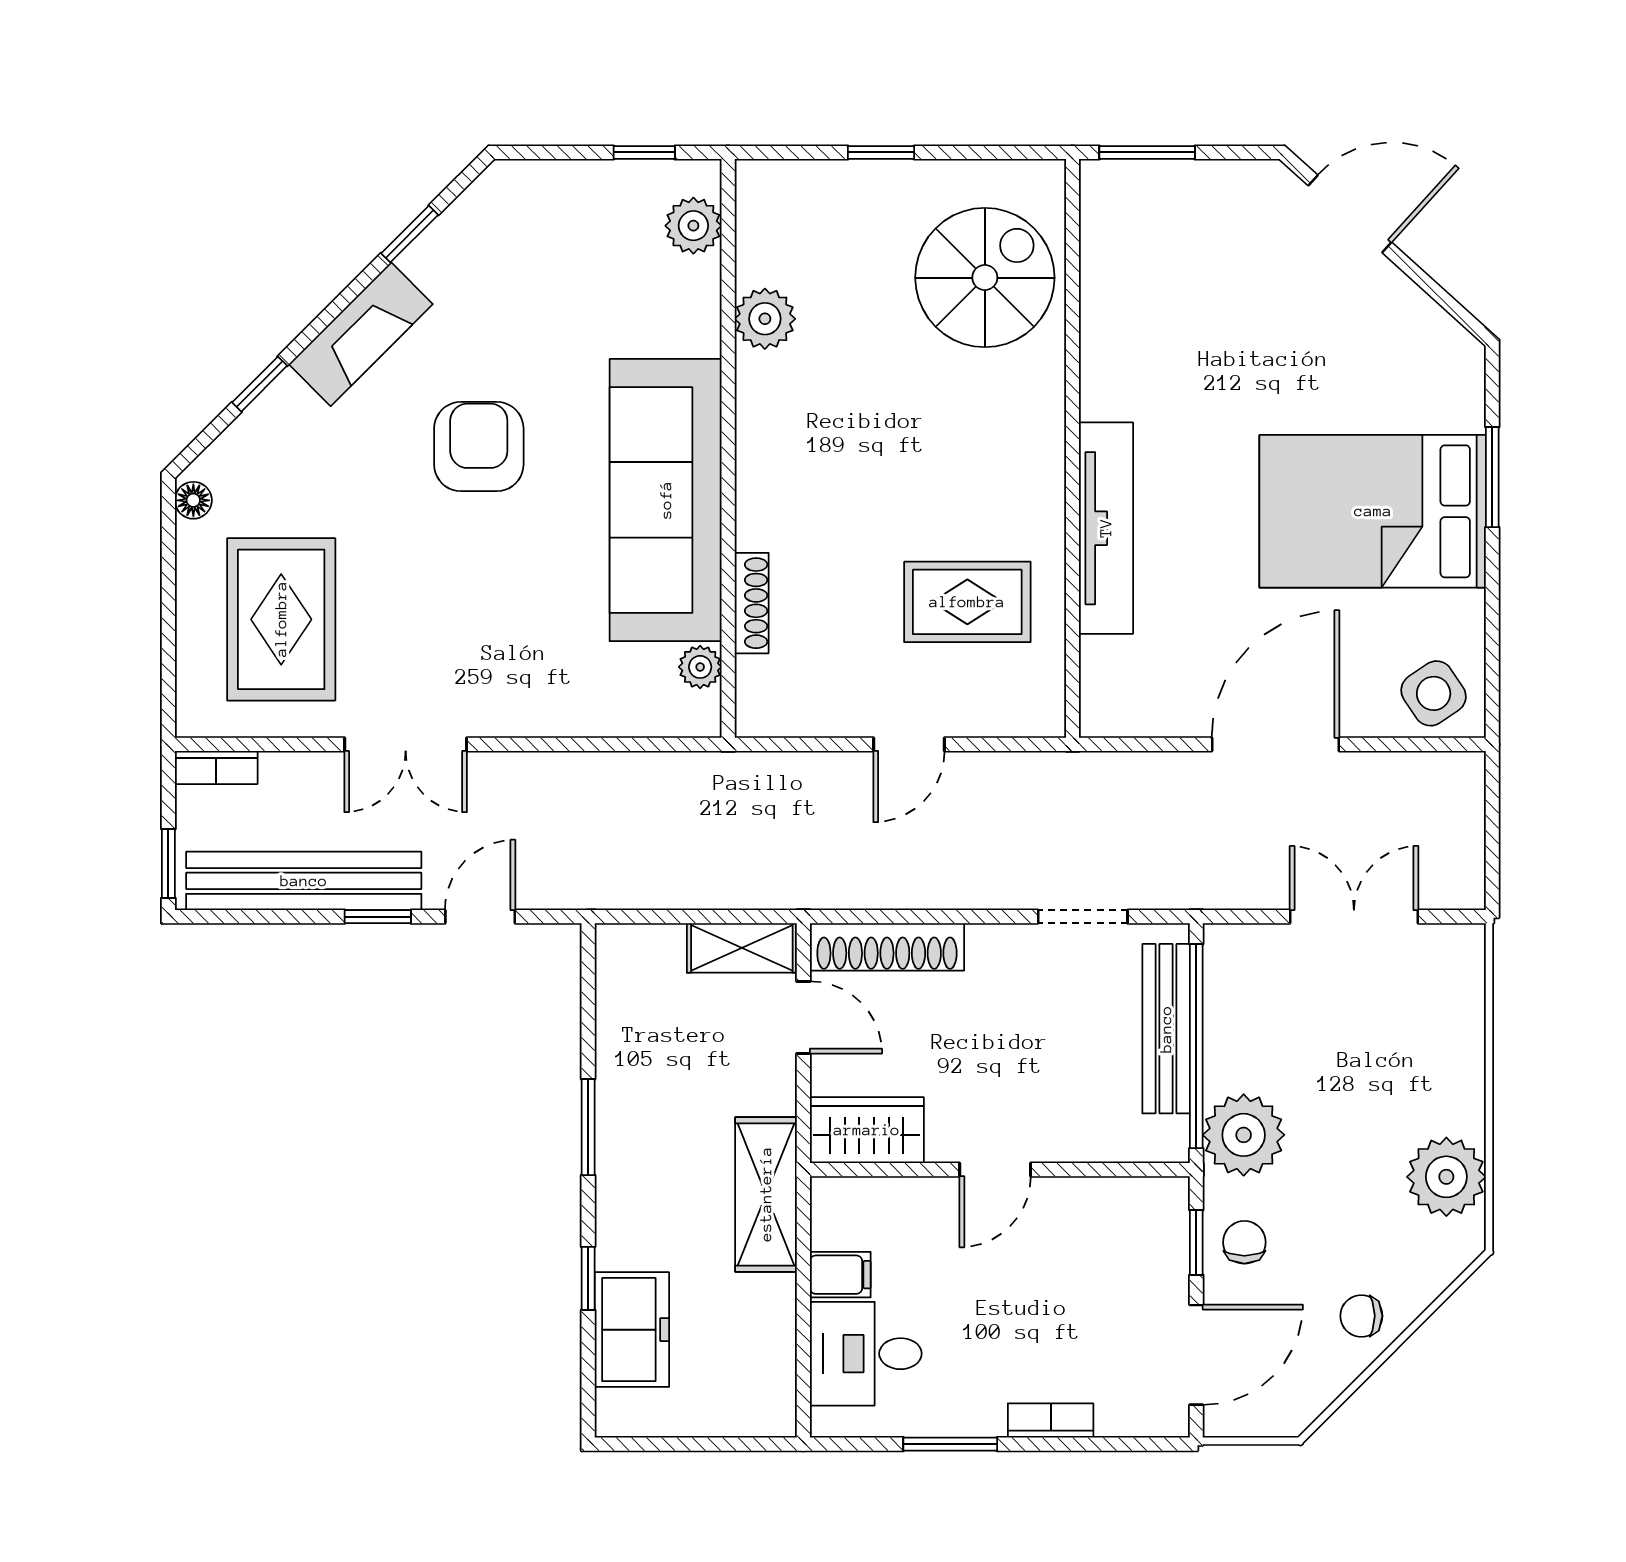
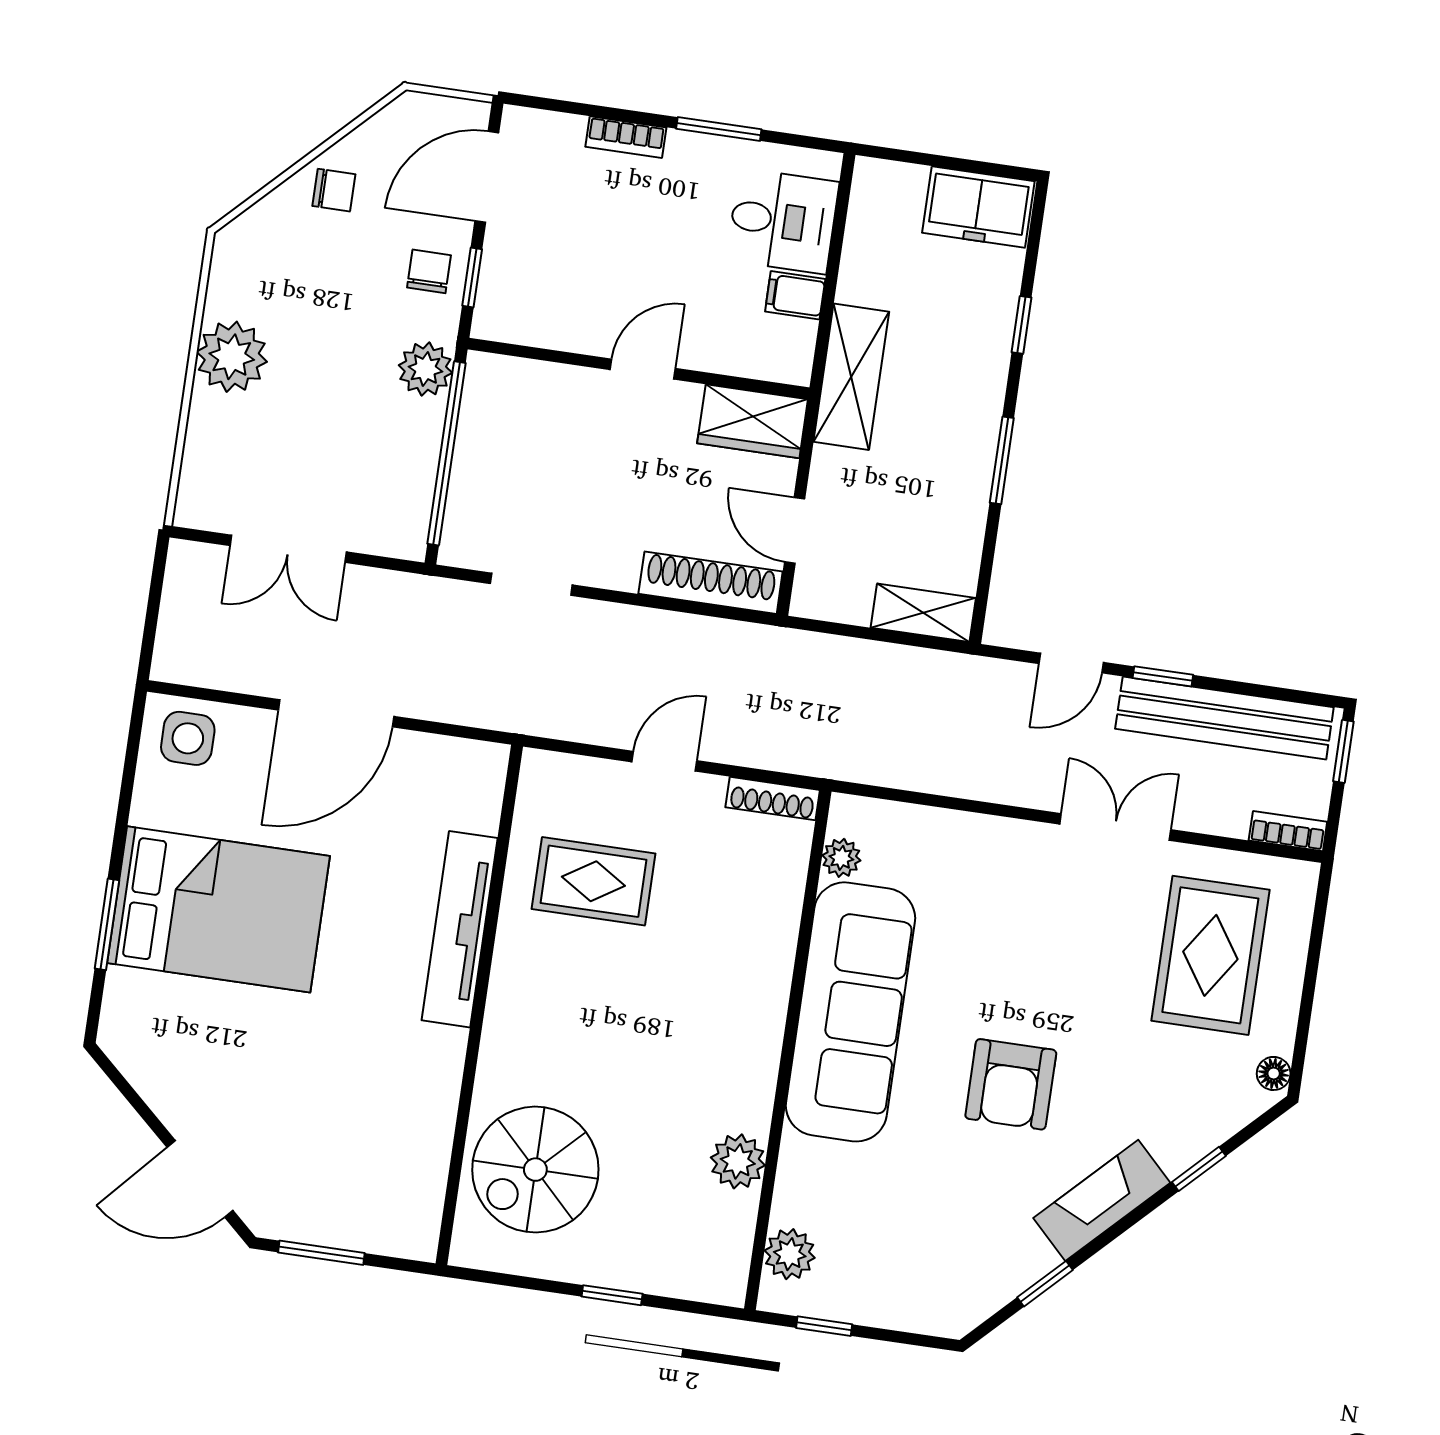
window: (1147, 152) -> (321, 1253), moved
shoe rack: (752, 603) -> (773, 799), moved, turned -90
side table: (1434, 693) -> (188, 738), turned 34
shelving: (742, 948) -> (923, 613), moved
bench: (1166, 1029) -> (471, 473), removed
plant: (1244, 1135) -> (425, 369), width x0.73, depth x0.73
plant: (1446, 1177) -> (232, 357), moved
chair: (1244, 1242) -> (429, 271), turned 180
freezer: (632, 1330) -> (978, 207), moved, turned -90

